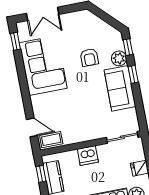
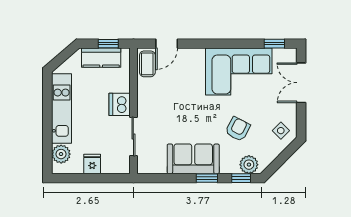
side table: (84, 23) -> (281, 131), added
armchair: (89, 57) -> (238, 129), turned 118
plant: (119, 58) -> (249, 165), moved
sliding door: (122, 137) -> (133, 136), moved

